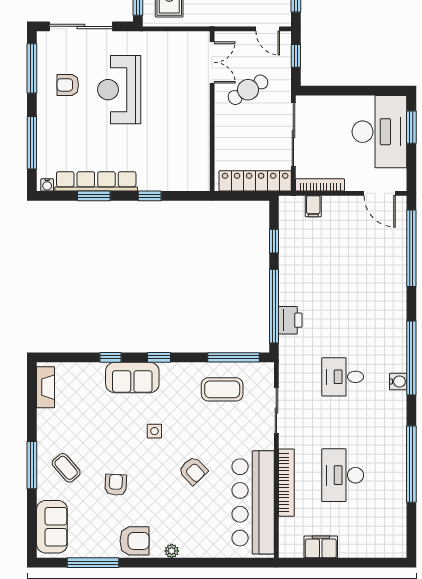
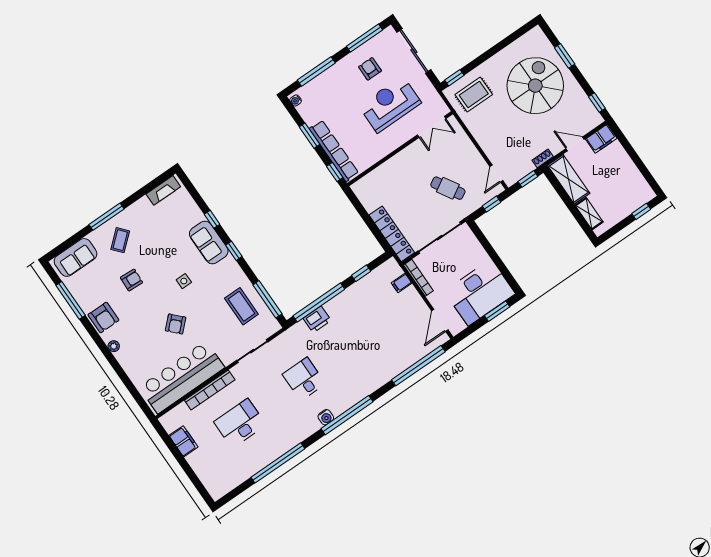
double door: (212, 62) -> (432, 127), moved
wall: (212, 111) -> (400, 149), moved
row of seats: (96, 181) -> (334, 151), moved

